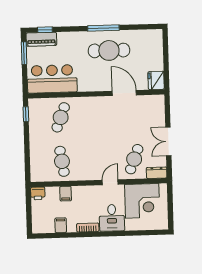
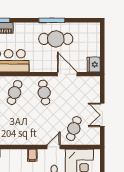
cafe table: (62, 161) -> (44, 92), moved
dresser: (157, 173) -> (92, 140), removed
filing cabinet: (66, 194) -> (32, 155), moved

